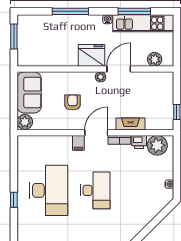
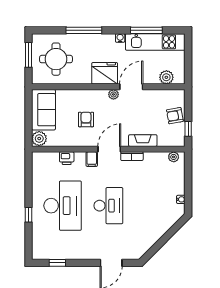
round table: (42, 41) -> (56, 59), added
armchair: (163, 99) -> (175, 116), added
printer: (139, 142) -> (67, 158), moved
plant: (157, 145) -> (174, 157), width x0.53, depth x0.53

